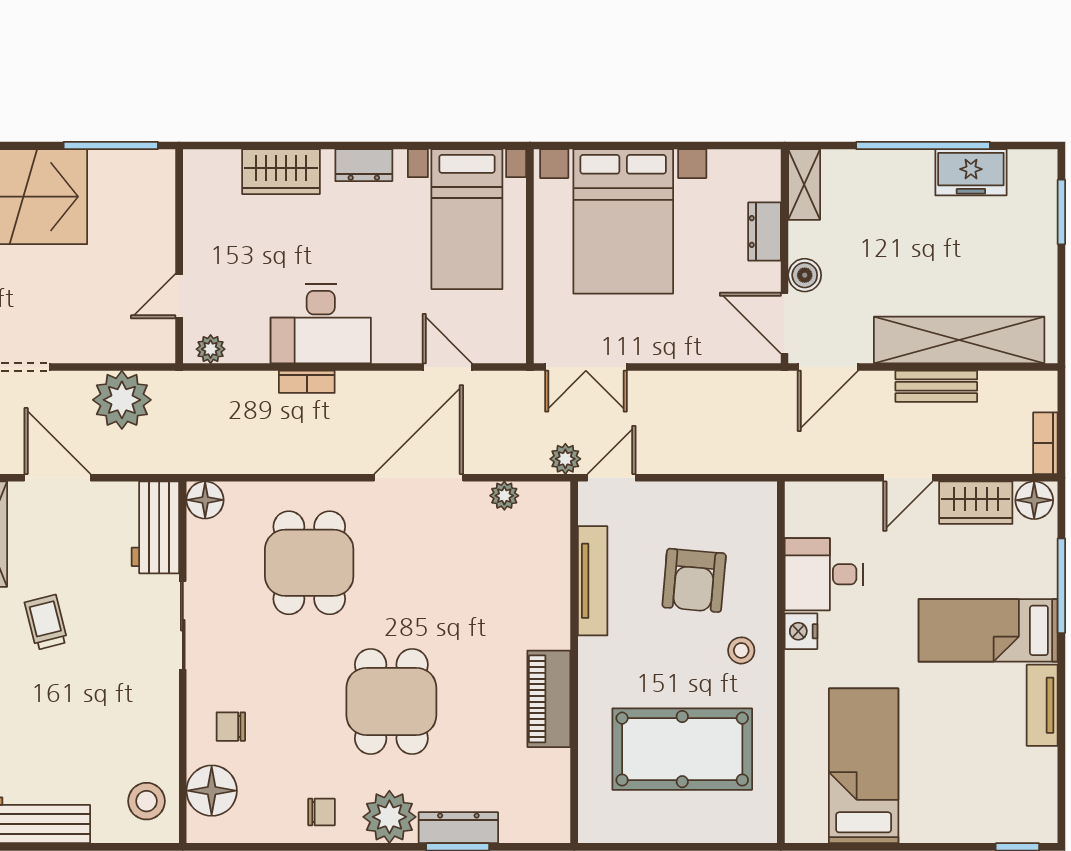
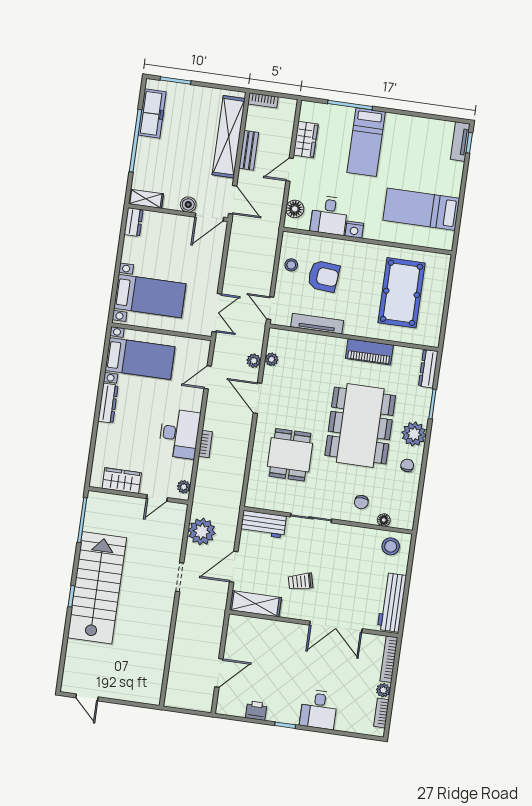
dresser: (364, 165) -> (108, 403), width x1.44
wardrobe: (281, 172) -> (122, 481), moved, turned -90
freezer: (971, 172) -> (152, 113), width x1.40
bed with nightstands: (623, 221) -> (150, 296), width x0.73
dresser: (764, 232) -> (134, 222), moved, turned -90
door: (179, 296) -> (157, 498), hinge flipped
bookcase: (1045, 443) -> (263, 100), moved
plant: (565, 459) -> (254, 361), moved
door: (419, 478) -> (257, 398), width x0.73
door: (908, 478) -> (290, 170), swing flipped
floor lamp: (205, 500) -> (254, 499), removed
floor lamp: (1034, 500) -> (295, 209), moved
dining table: (309, 563) -> (290, 455), turned 90
stool: (741, 650) -> (291, 265), moved
dining table: (391, 701) -> (360, 425), width x1.88, depth x1.24
tv unit: (1042, 705) -> (460, 142), moved, turned 90
floor lamp: (212, 791) -> (384, 520), width x0.53, depth x0.53
dresser: (458, 828) -> (428, 369), moved

